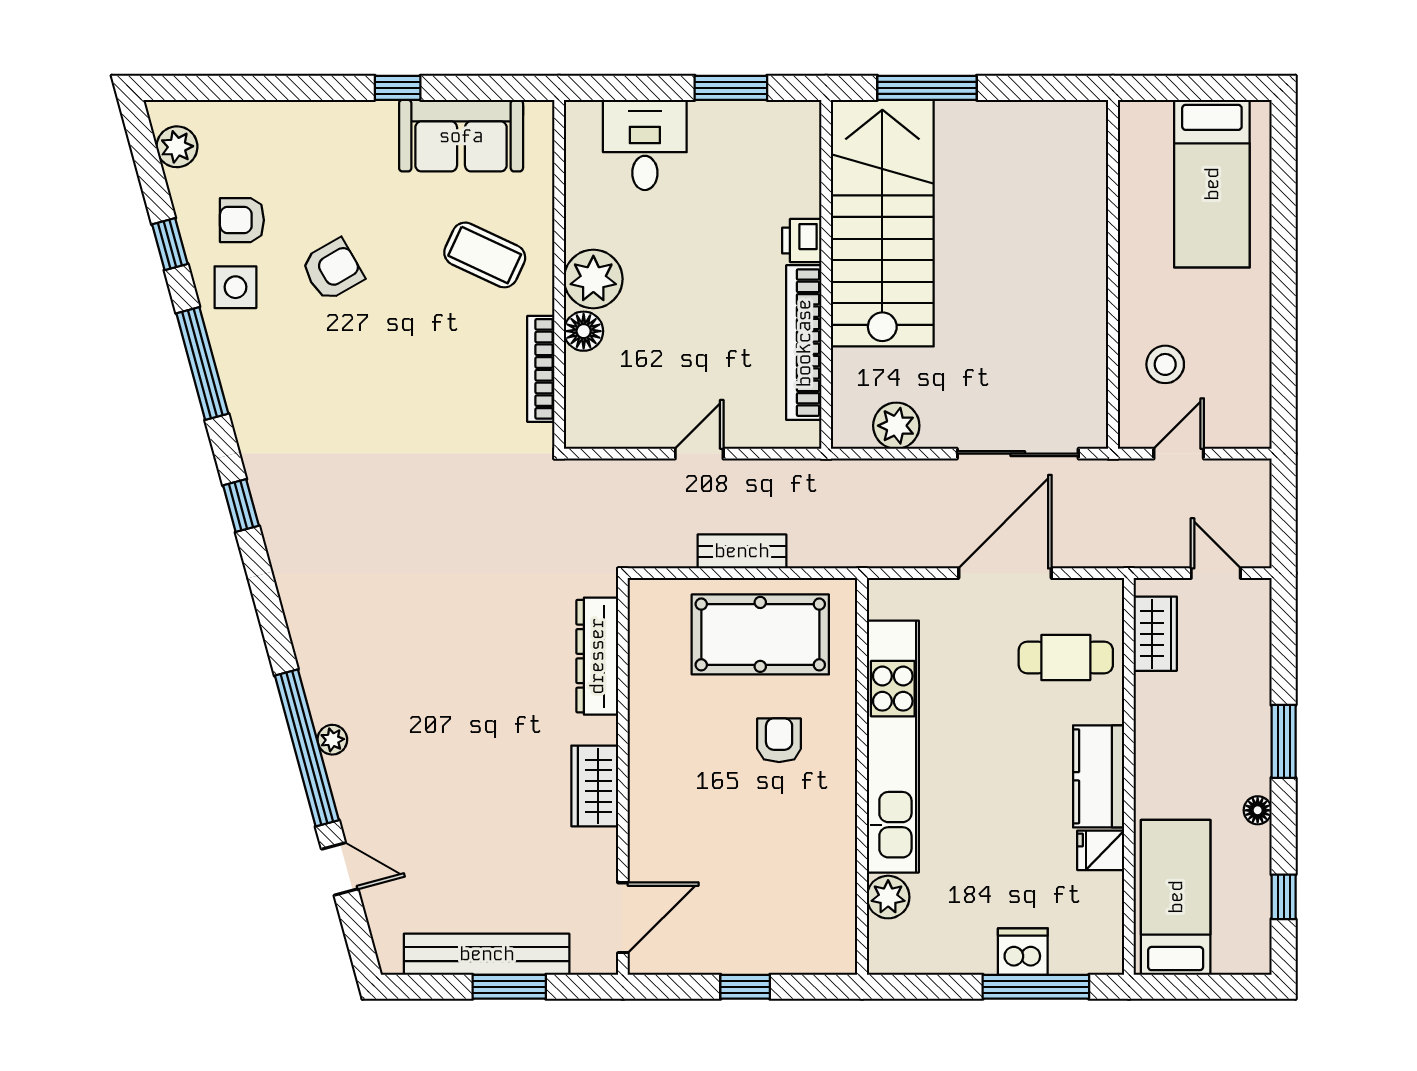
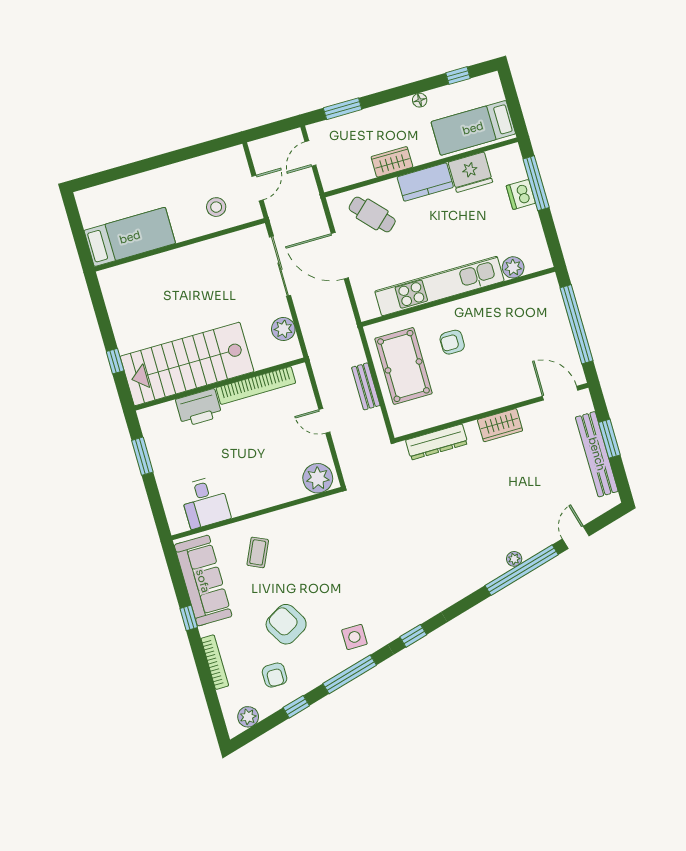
window: (927, 88) -> (115, 361), width x0.46
sofa: (461, 136) -> (203, 581), width x1.36
desk: (645, 145) -> (205, 502), moved, turned -90
bed: (1212, 184) -> (130, 237), moved
printer: (802, 240) -> (199, 408), width x1.87, depth x1.48
coffee table: (485, 255) -> (258, 552), width x0.73, depth x0.77
armchair: (332, 270) -> (286, 624), width x1.38, depth x1.38
plant: (593, 279) -> (318, 478), moved
side table: (235, 287) -> (354, 637), moved
floor lamp: (584, 331) -> (281, 494), removed
bookcase: (541, 369) -> (215, 662), moved, turned -90
door: (1179, 454) -> (258, 188), swing flipped
wardrobe: (1155, 634) -> (392, 162), moved
cafe table: (1066, 657) -> (372, 214), turned -43
window: (1284, 741) -> (343, 109), moved
fridge: (1101, 850) -> (470, 172), width x1.88, depth x1.34
window: (745, 987) -> (577, 324), width x3.17

